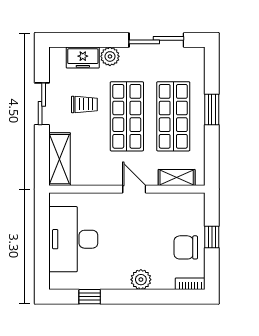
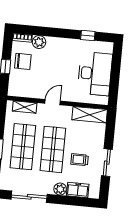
shelving: (59, 159) -> (90, 115), moved, turned 90
door: (134, 189) -> (53, 102), swing flipped
plant: (141, 280) -> (39, 42), moved

